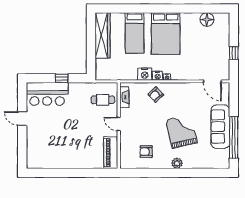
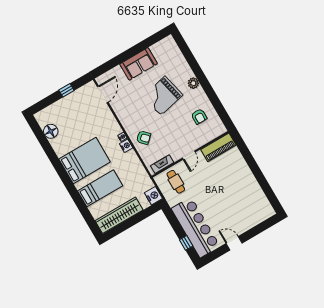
nightstand: (145, 74) -> (153, 196), moved
window: (62, 78) -> (186, 243), moved
bar counter: (47, 94) -> (196, 227), width x1.36
door: (22, 119) -> (234, 243), swing flipped
sofa: (220, 127) -> (139, 64), width x0.73
window: (234, 137) -> (141, 46), removed

